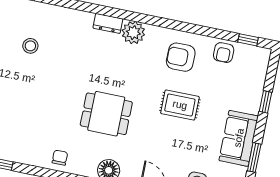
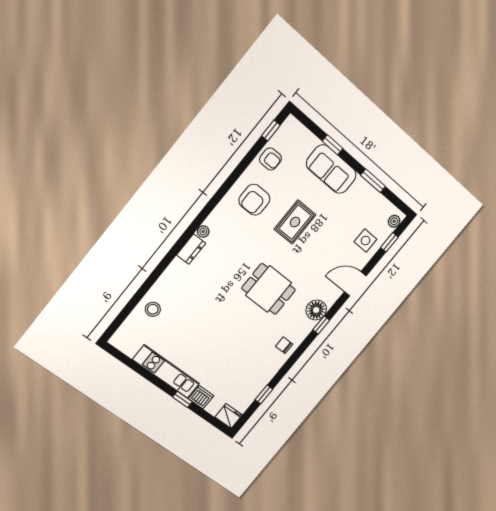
plant: (133, 33) -> (203, 232), width x0.53, depth x0.53
stool: (30, 46) -> (153, 309), moved
dining table: (106, 114) -> (269, 289), turned 90
sofa: (239, 138) -> (331, 169), moved

